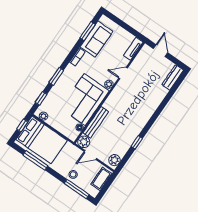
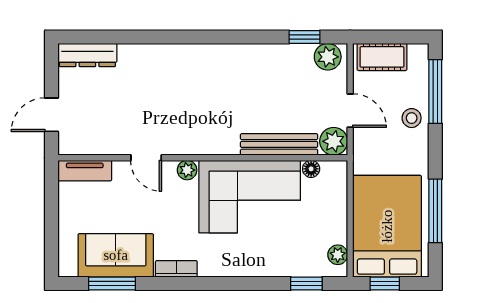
window: (56, 76) -> (243, 284), removed
window: (137, 142) -> (305, 37), moved

